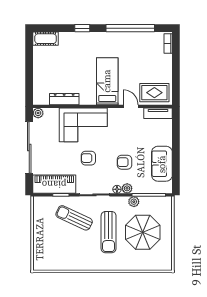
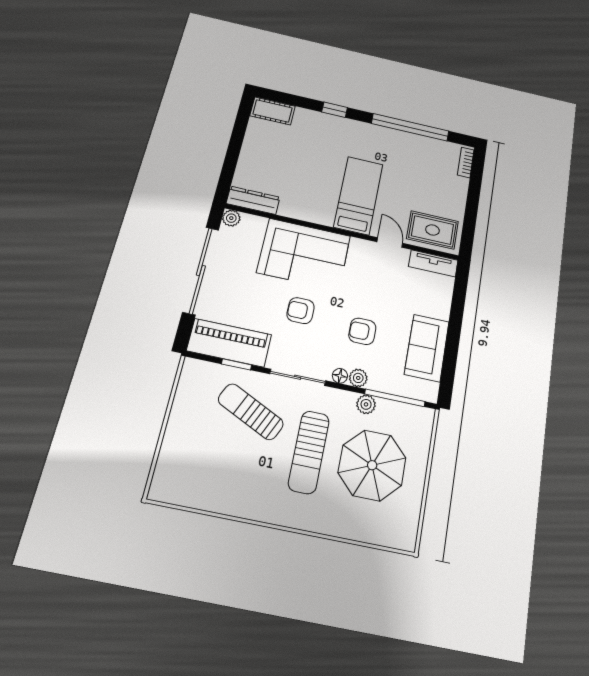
dresser: (64, 99) -> (253, 200), moved

